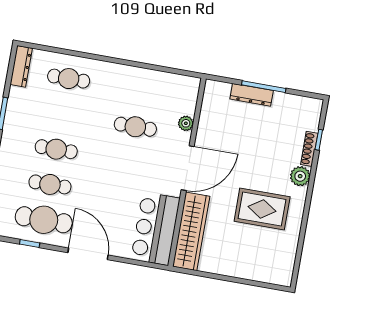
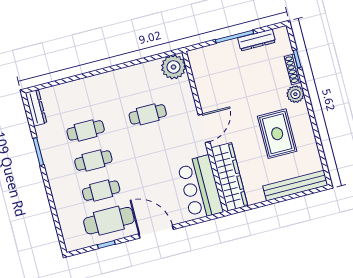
cafe table: (69, 79) -> (86, 130), moved
dresser: (252, 95) -> (257, 40), moved
plant: (186, 123) -> (174, 67), moved, width x1.88, depth x1.88
door: (188, 168) -> (204, 128), width x0.73
rug: (262, 209) -> (277, 134), turned 90
bench: (256, 272) -> (295, 186), added

